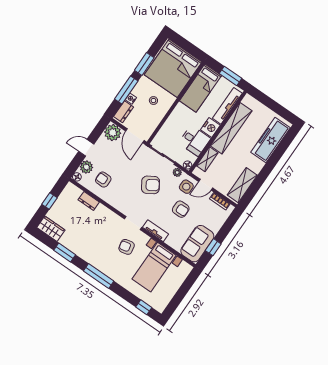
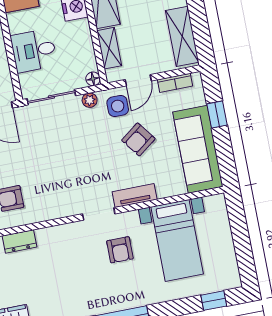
desk: (195, 141) -> (34, 51), moved, turned 180
armchair: (151, 185) -> (73, 147), removed
armchair: (181, 209) -> (138, 139), turned 143
sofa: (197, 244) -> (198, 149), width x1.36
armchair: (127, 247) -> (120, 250), turned -78
window: (213, 247) -> (217, 115), moved

